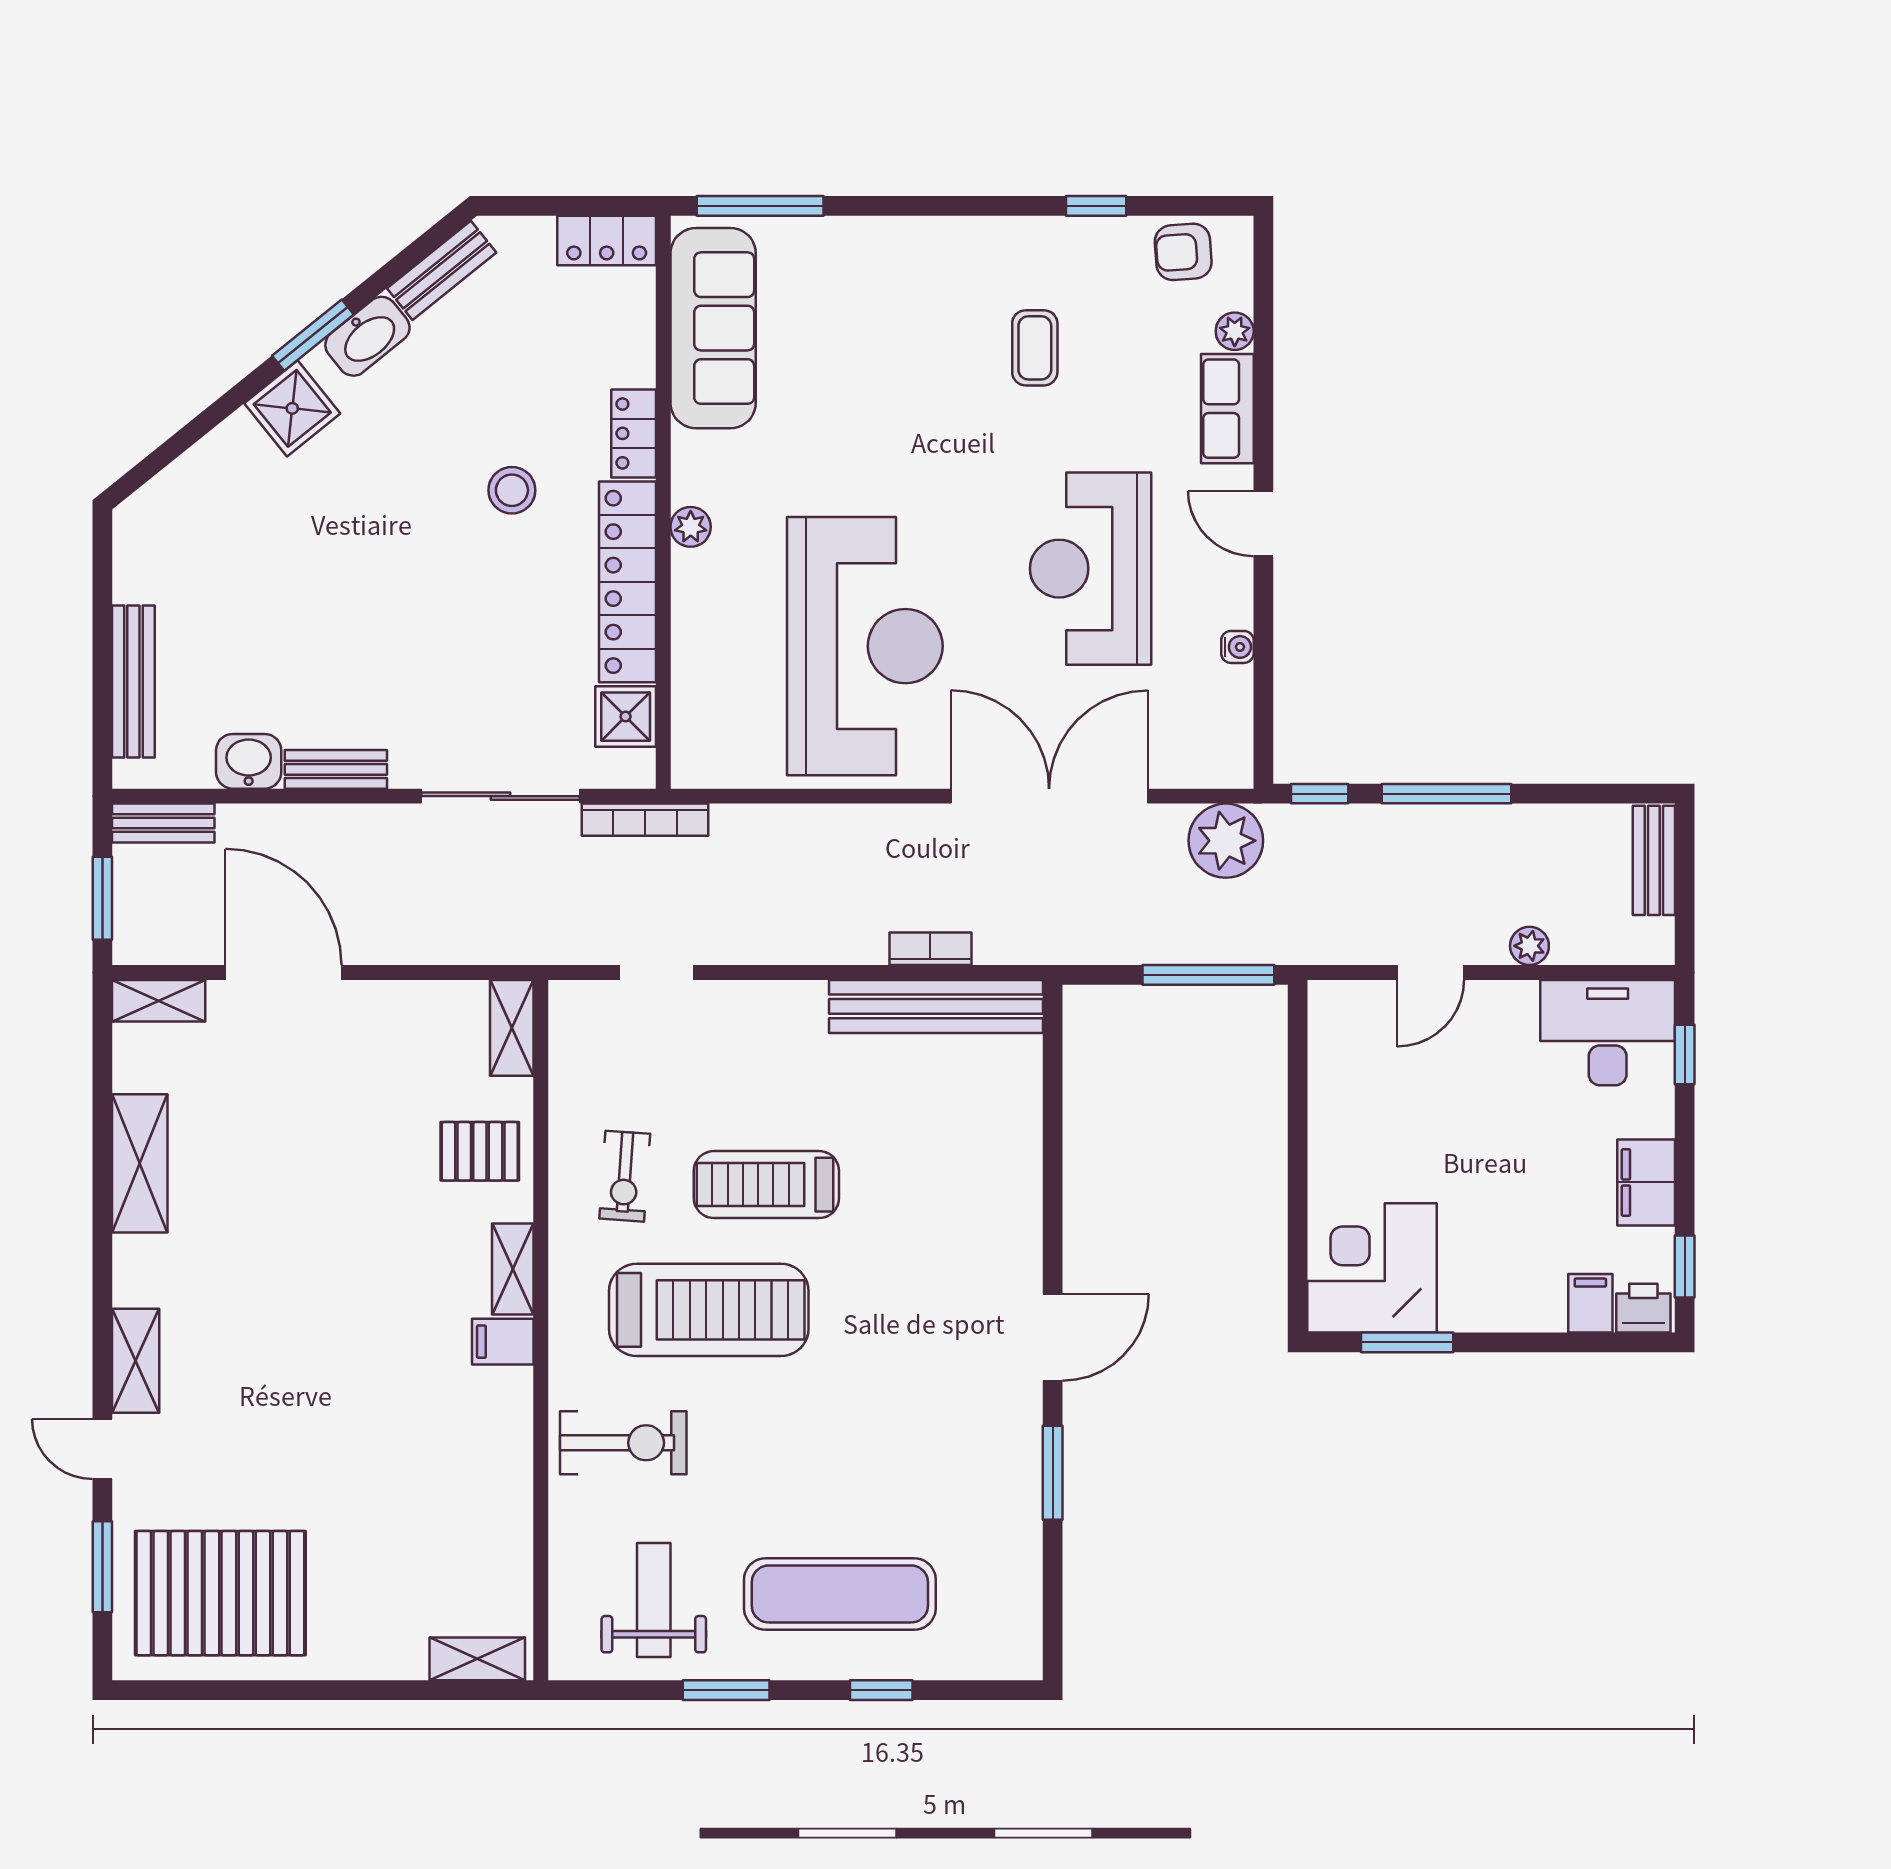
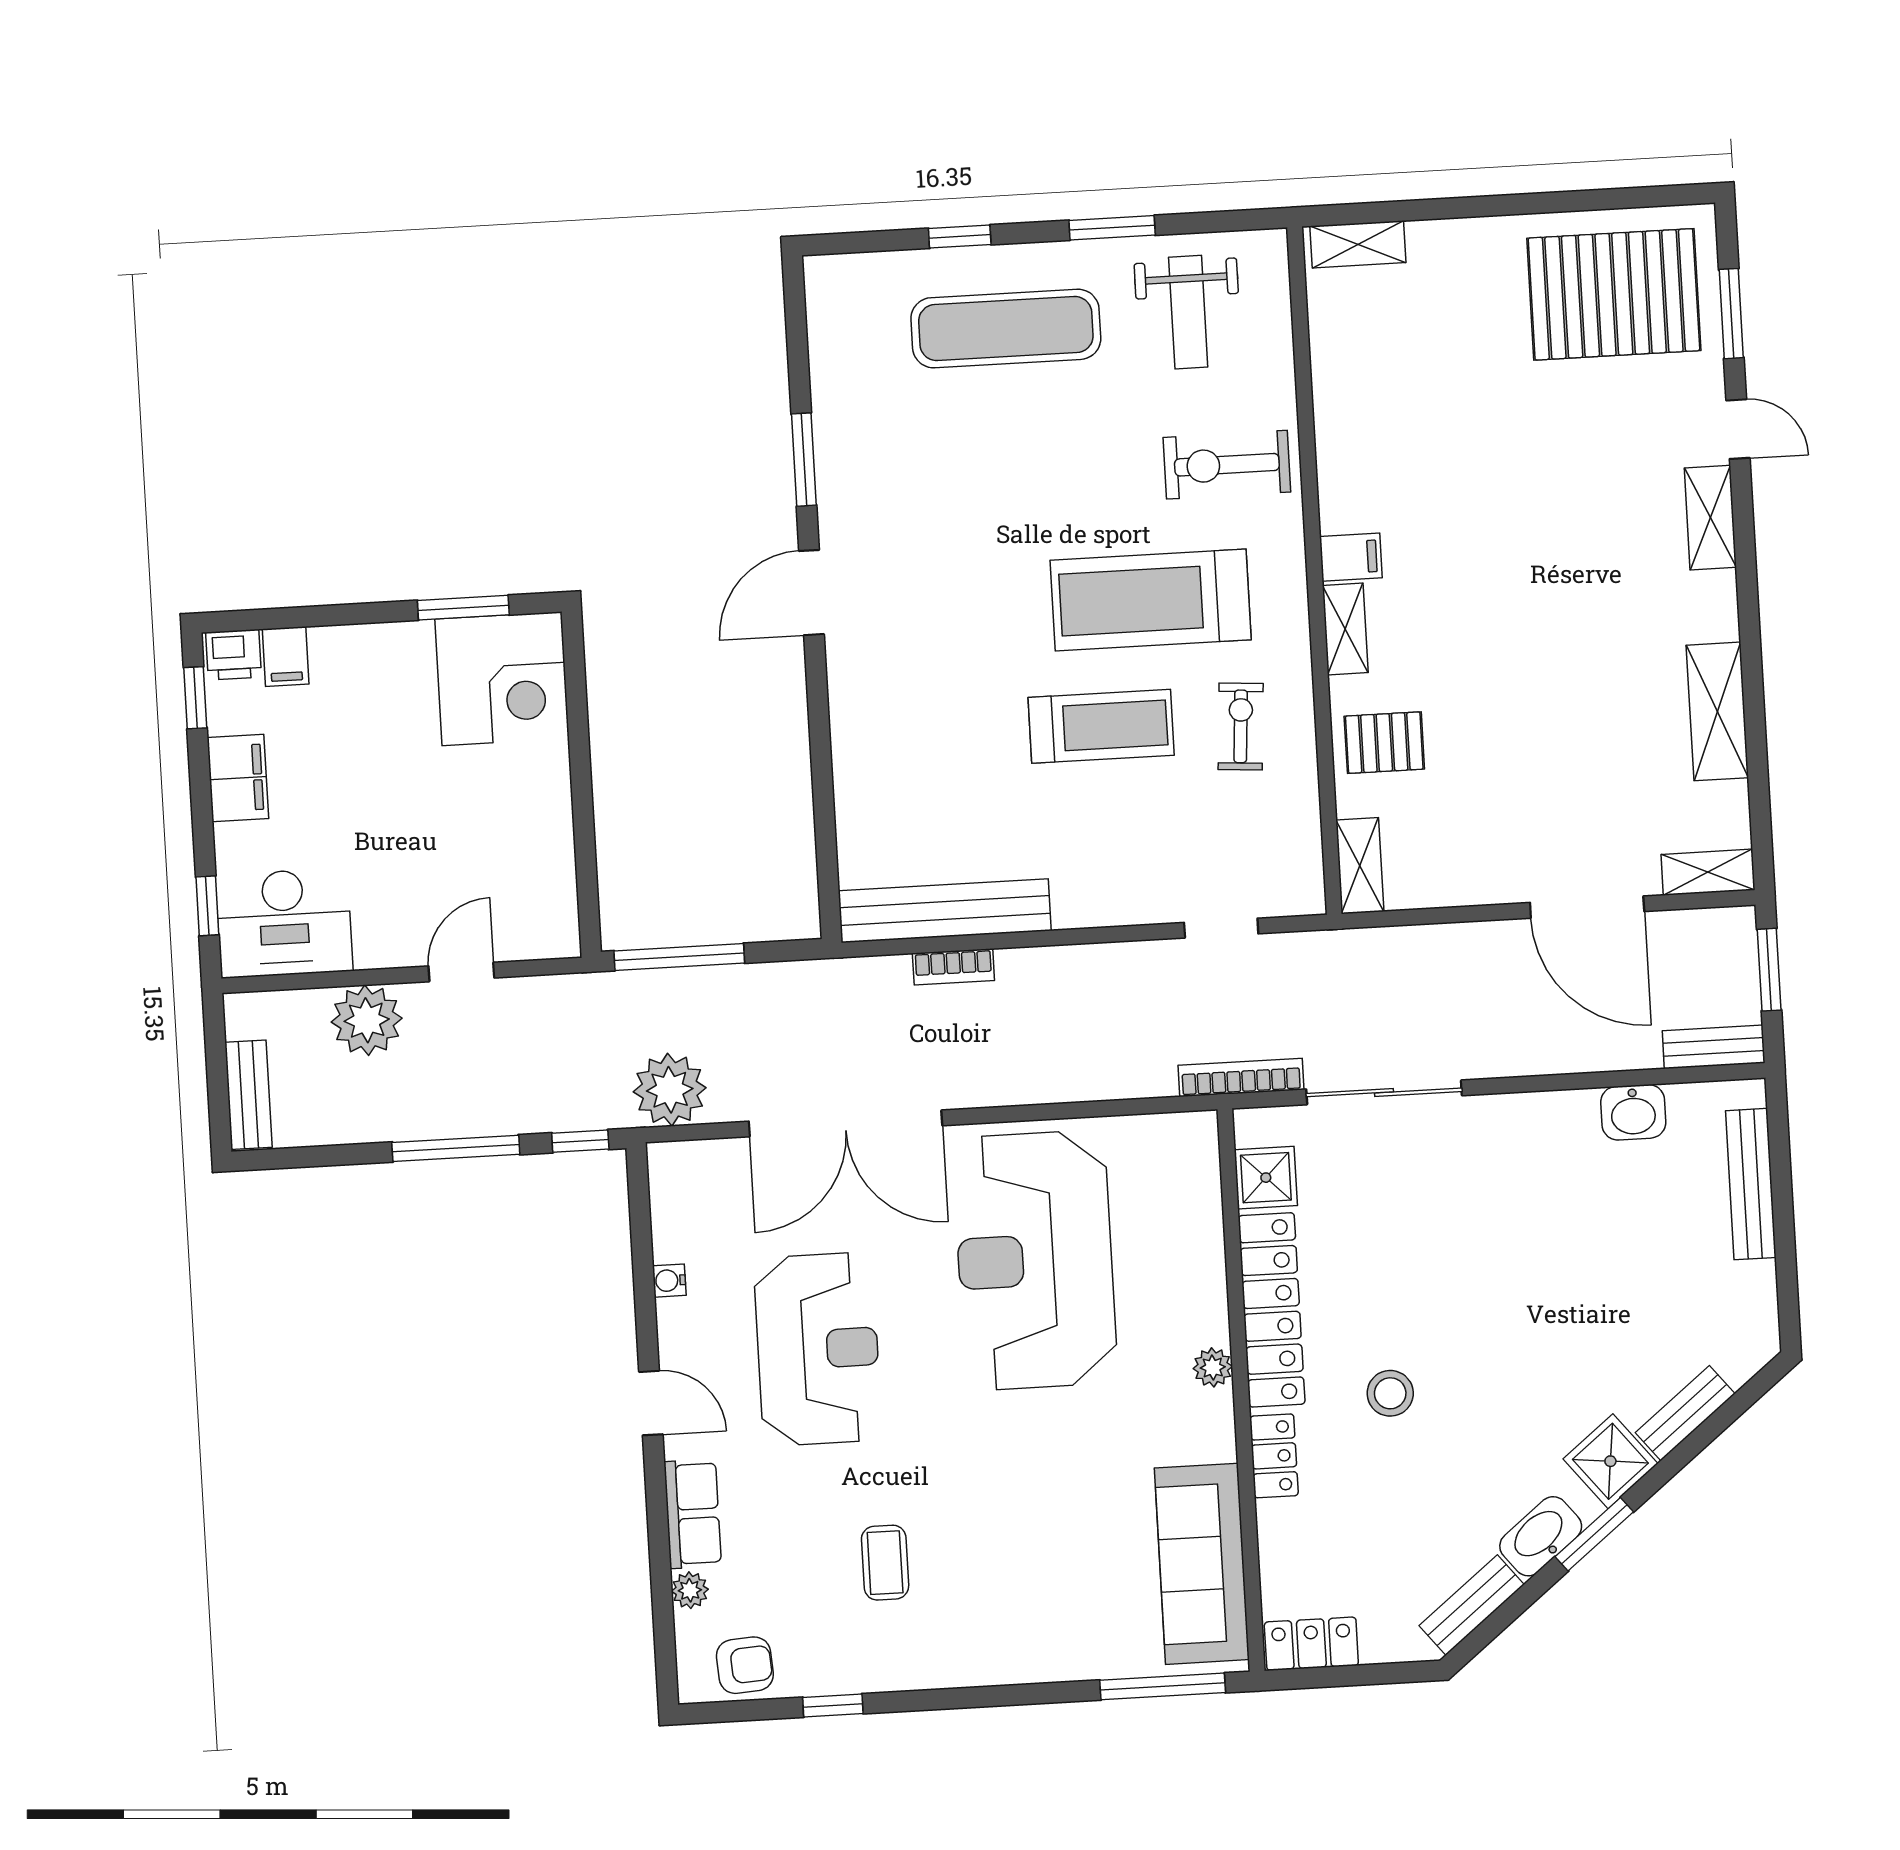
bench: (336, 769) -> (1685, 1413), moved, turned -39
plant: (1529, 946) -> (367, 1020), width x1.88, depth x1.88

